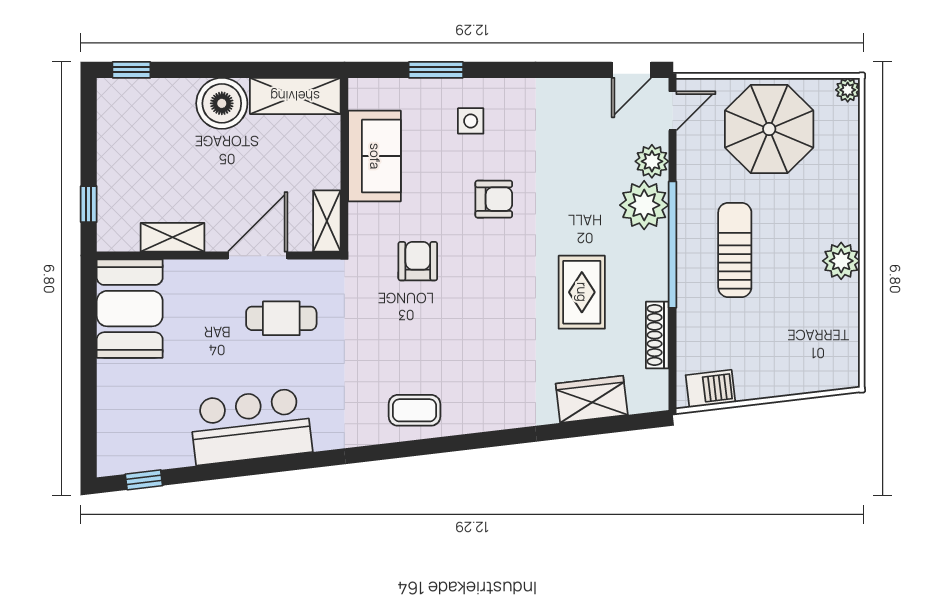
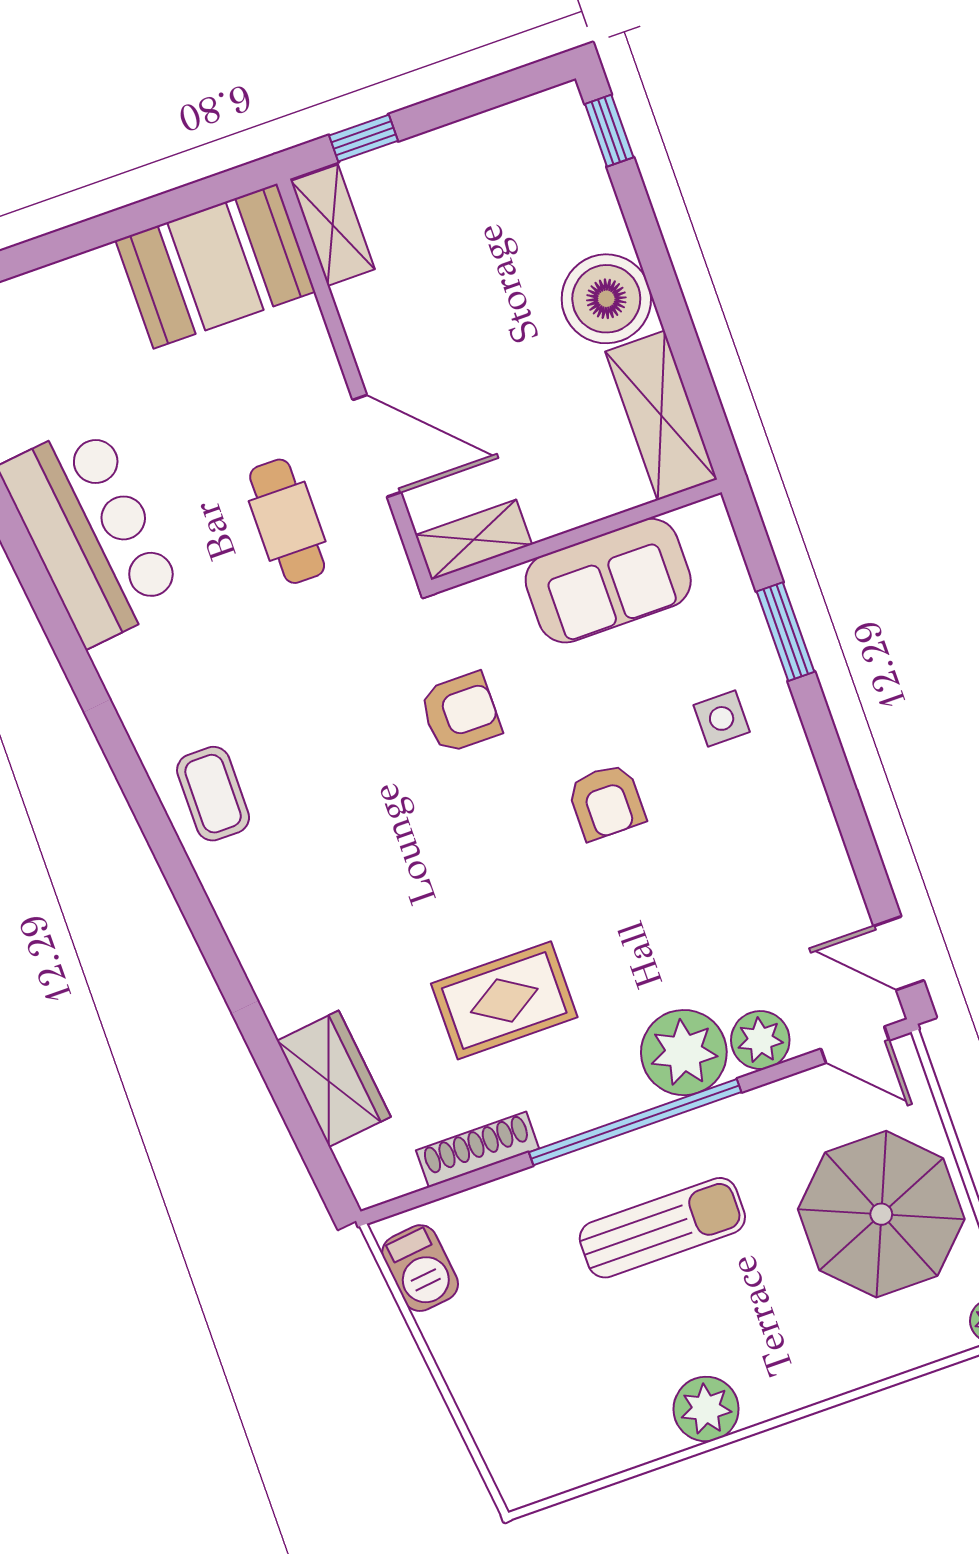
shelving: (173, 237) -> (333, 225), moved

